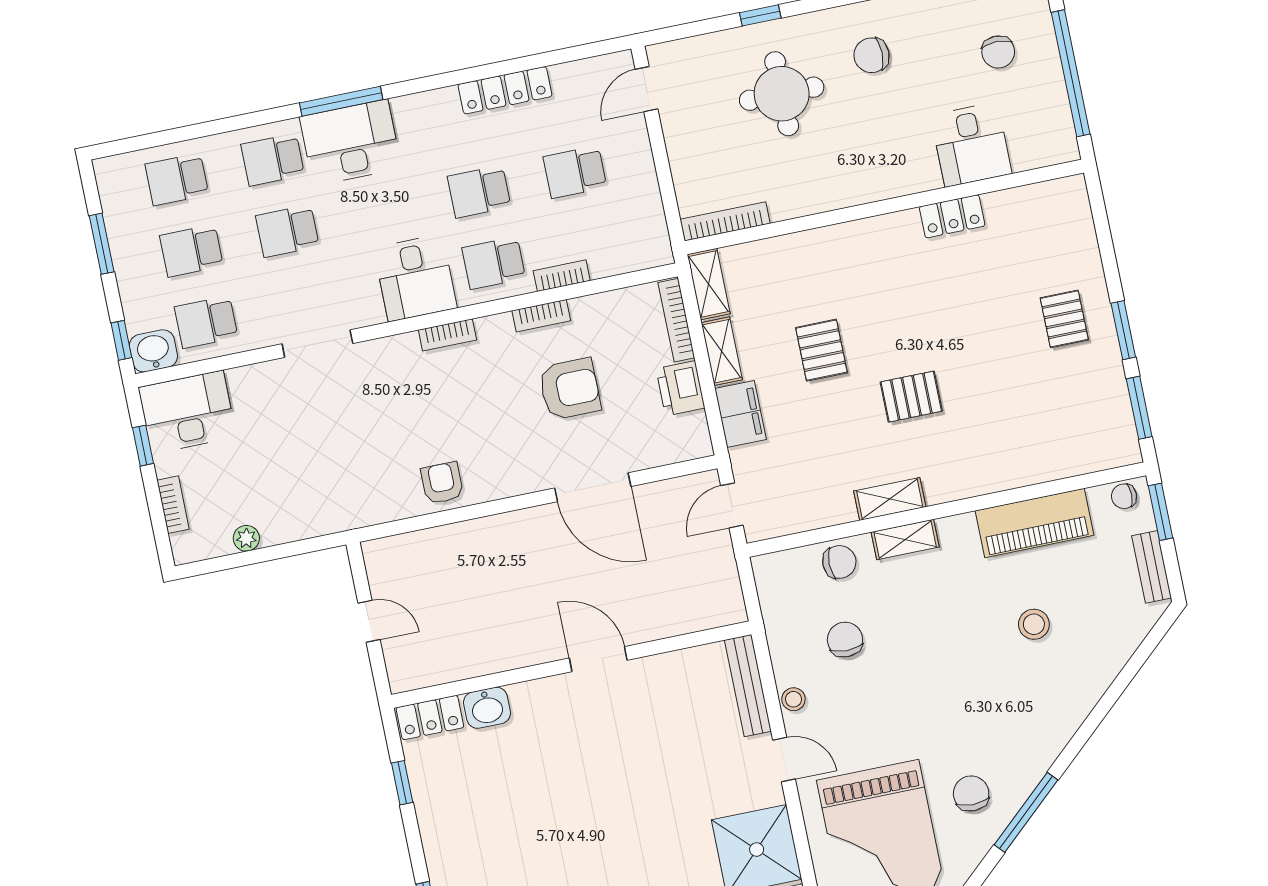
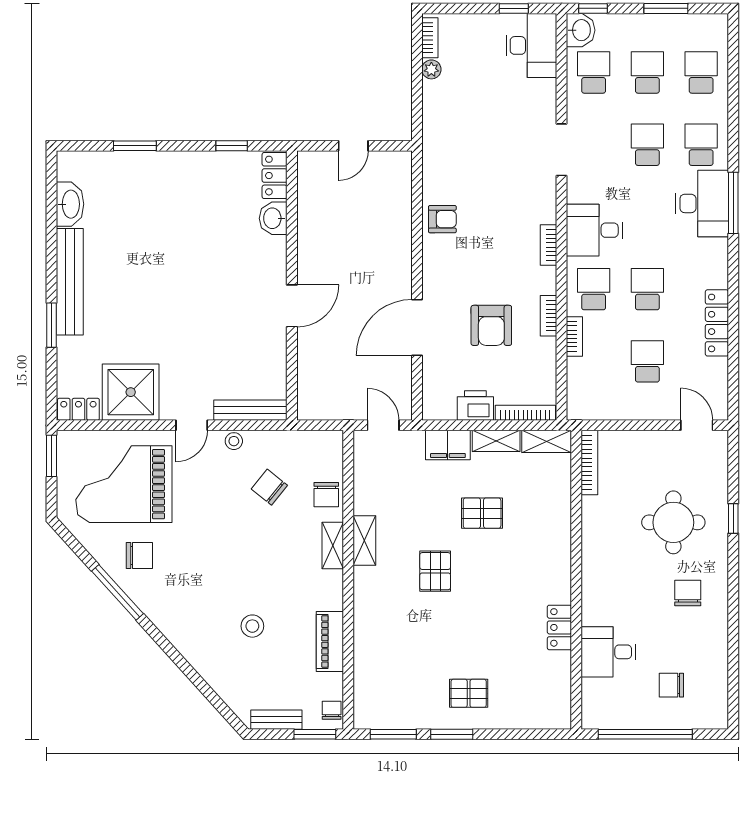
bookcase: (173, 505) -> (430, 38), moved, turned -90
piano: (1034, 523) -> (330, 641), width x0.73, depth x0.75
chair: (845, 640) -> (269, 487), turned -141

